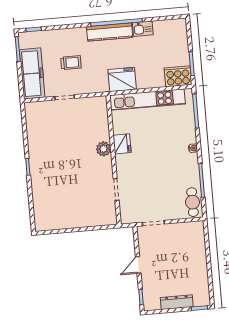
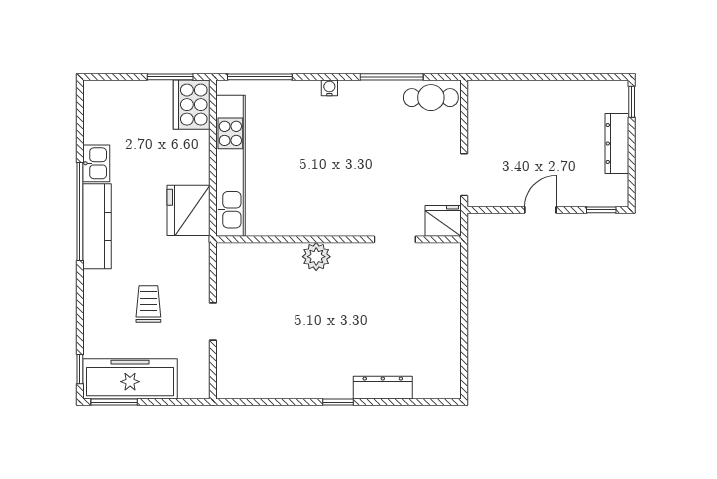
freezer: (32, 73) -> (130, 379), moved
fridge: (122, 144) -> (443, 221), moved
dresser: (38, 190) -> (383, 388), added
door: (138, 265) -> (540, 210), swing flipped

